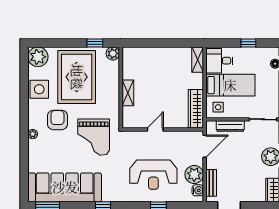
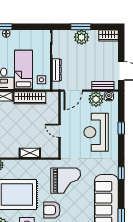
wardrobe: (196, 109) -> (30, 98), moved
door: (205, 146) -> (73, 91), swing flipped
reception desk: (153, 175) -> (96, 132), turned 180

